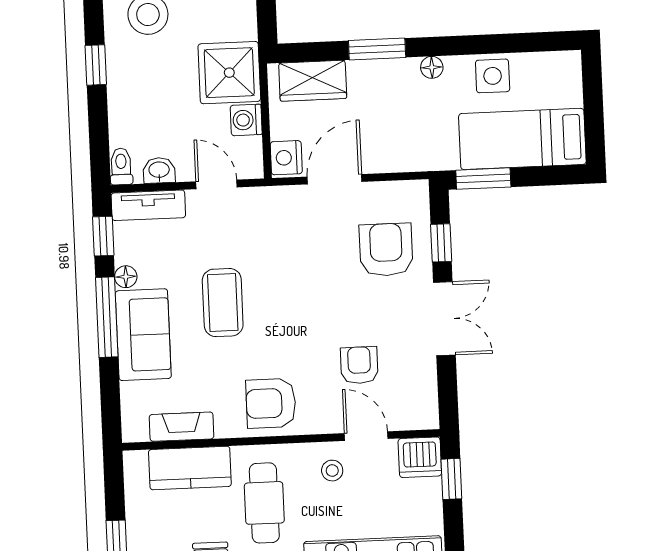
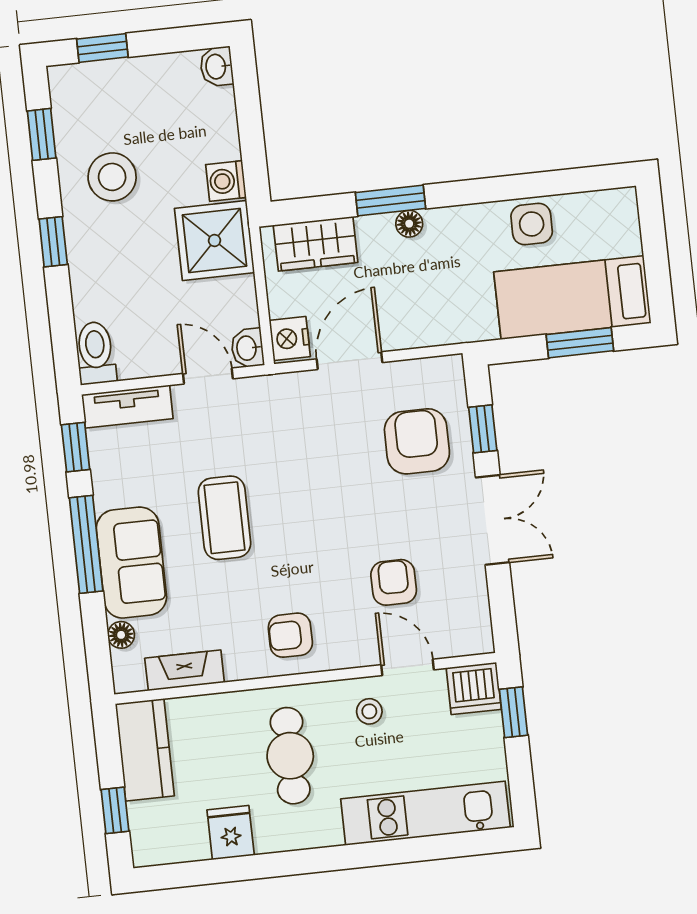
floor lamp: (432, 67) -> (409, 224), moved
washing machine: (246, 120) -> (226, 181), moved
toilet: (121, 166) -> (96, 353), width x1.37, depth x1.39
washbasin: (159, 170) -> (247, 348), moved, turned -90
window: (483, 179) -> (580, 343), moved
floor lamp: (126, 277) -> (121, 635), moved
armchair: (271, 403) -> (290, 635), width x0.72, depth x0.72
kitchen counter: (190, 468) -> (145, 750), moved, turned -90

